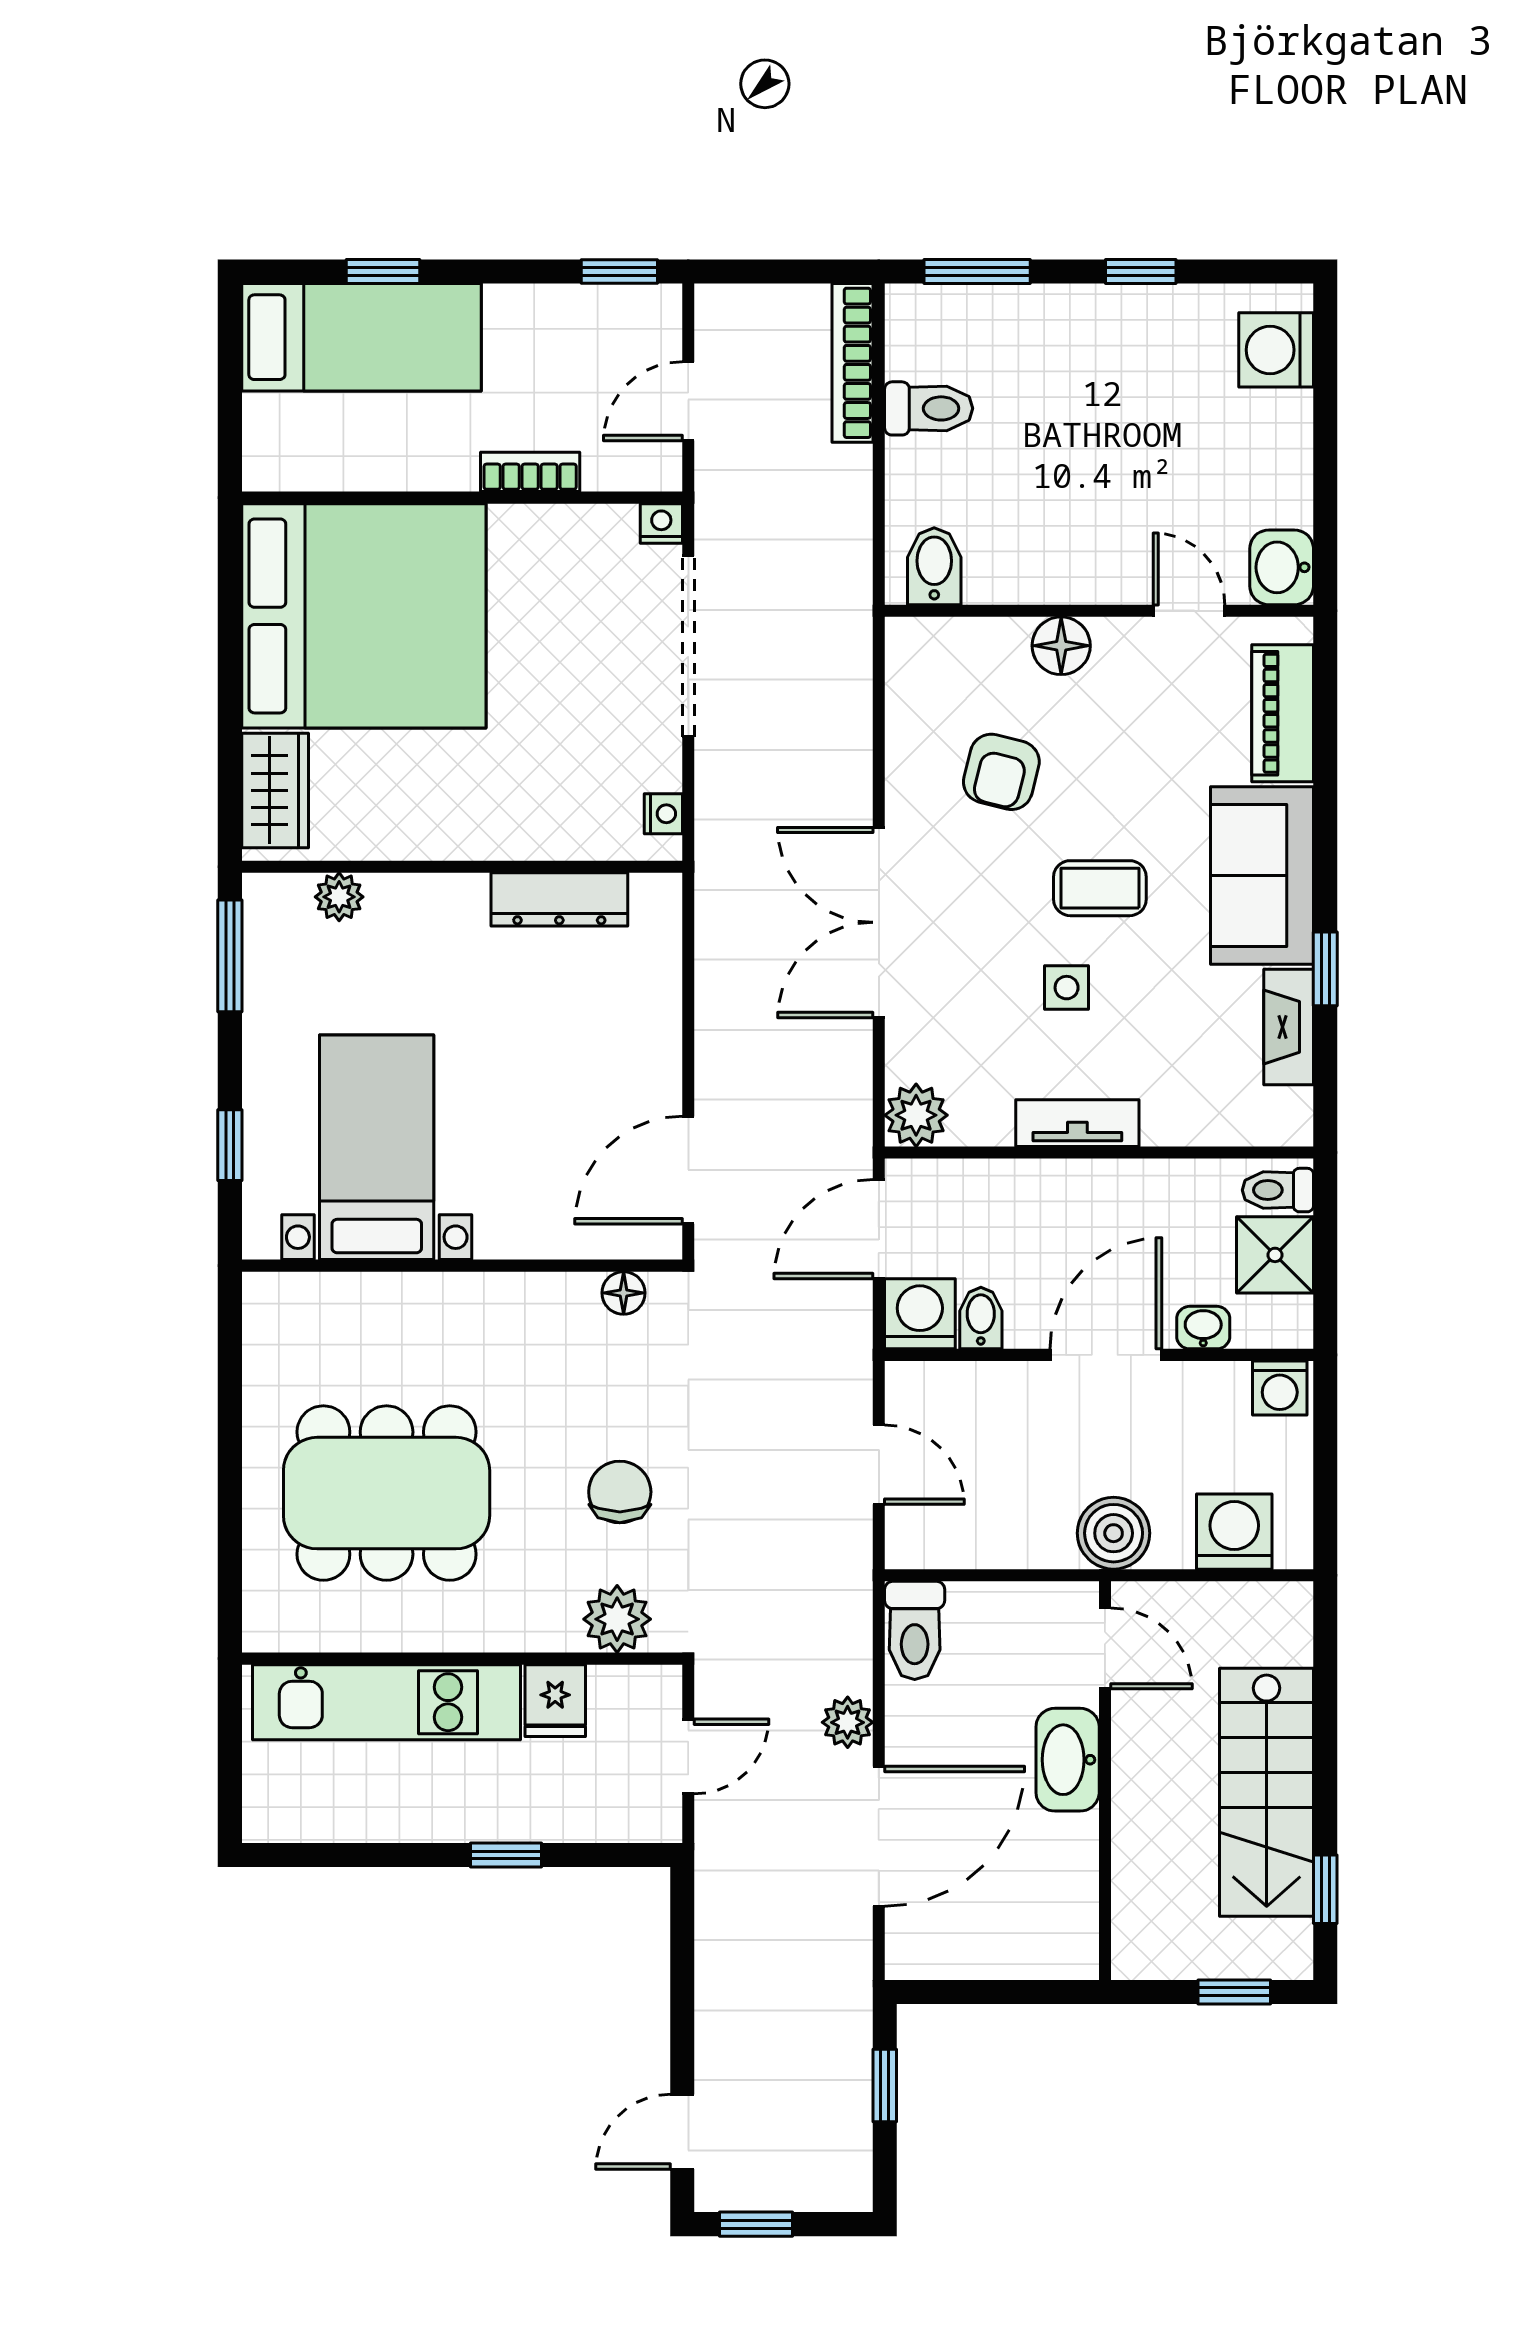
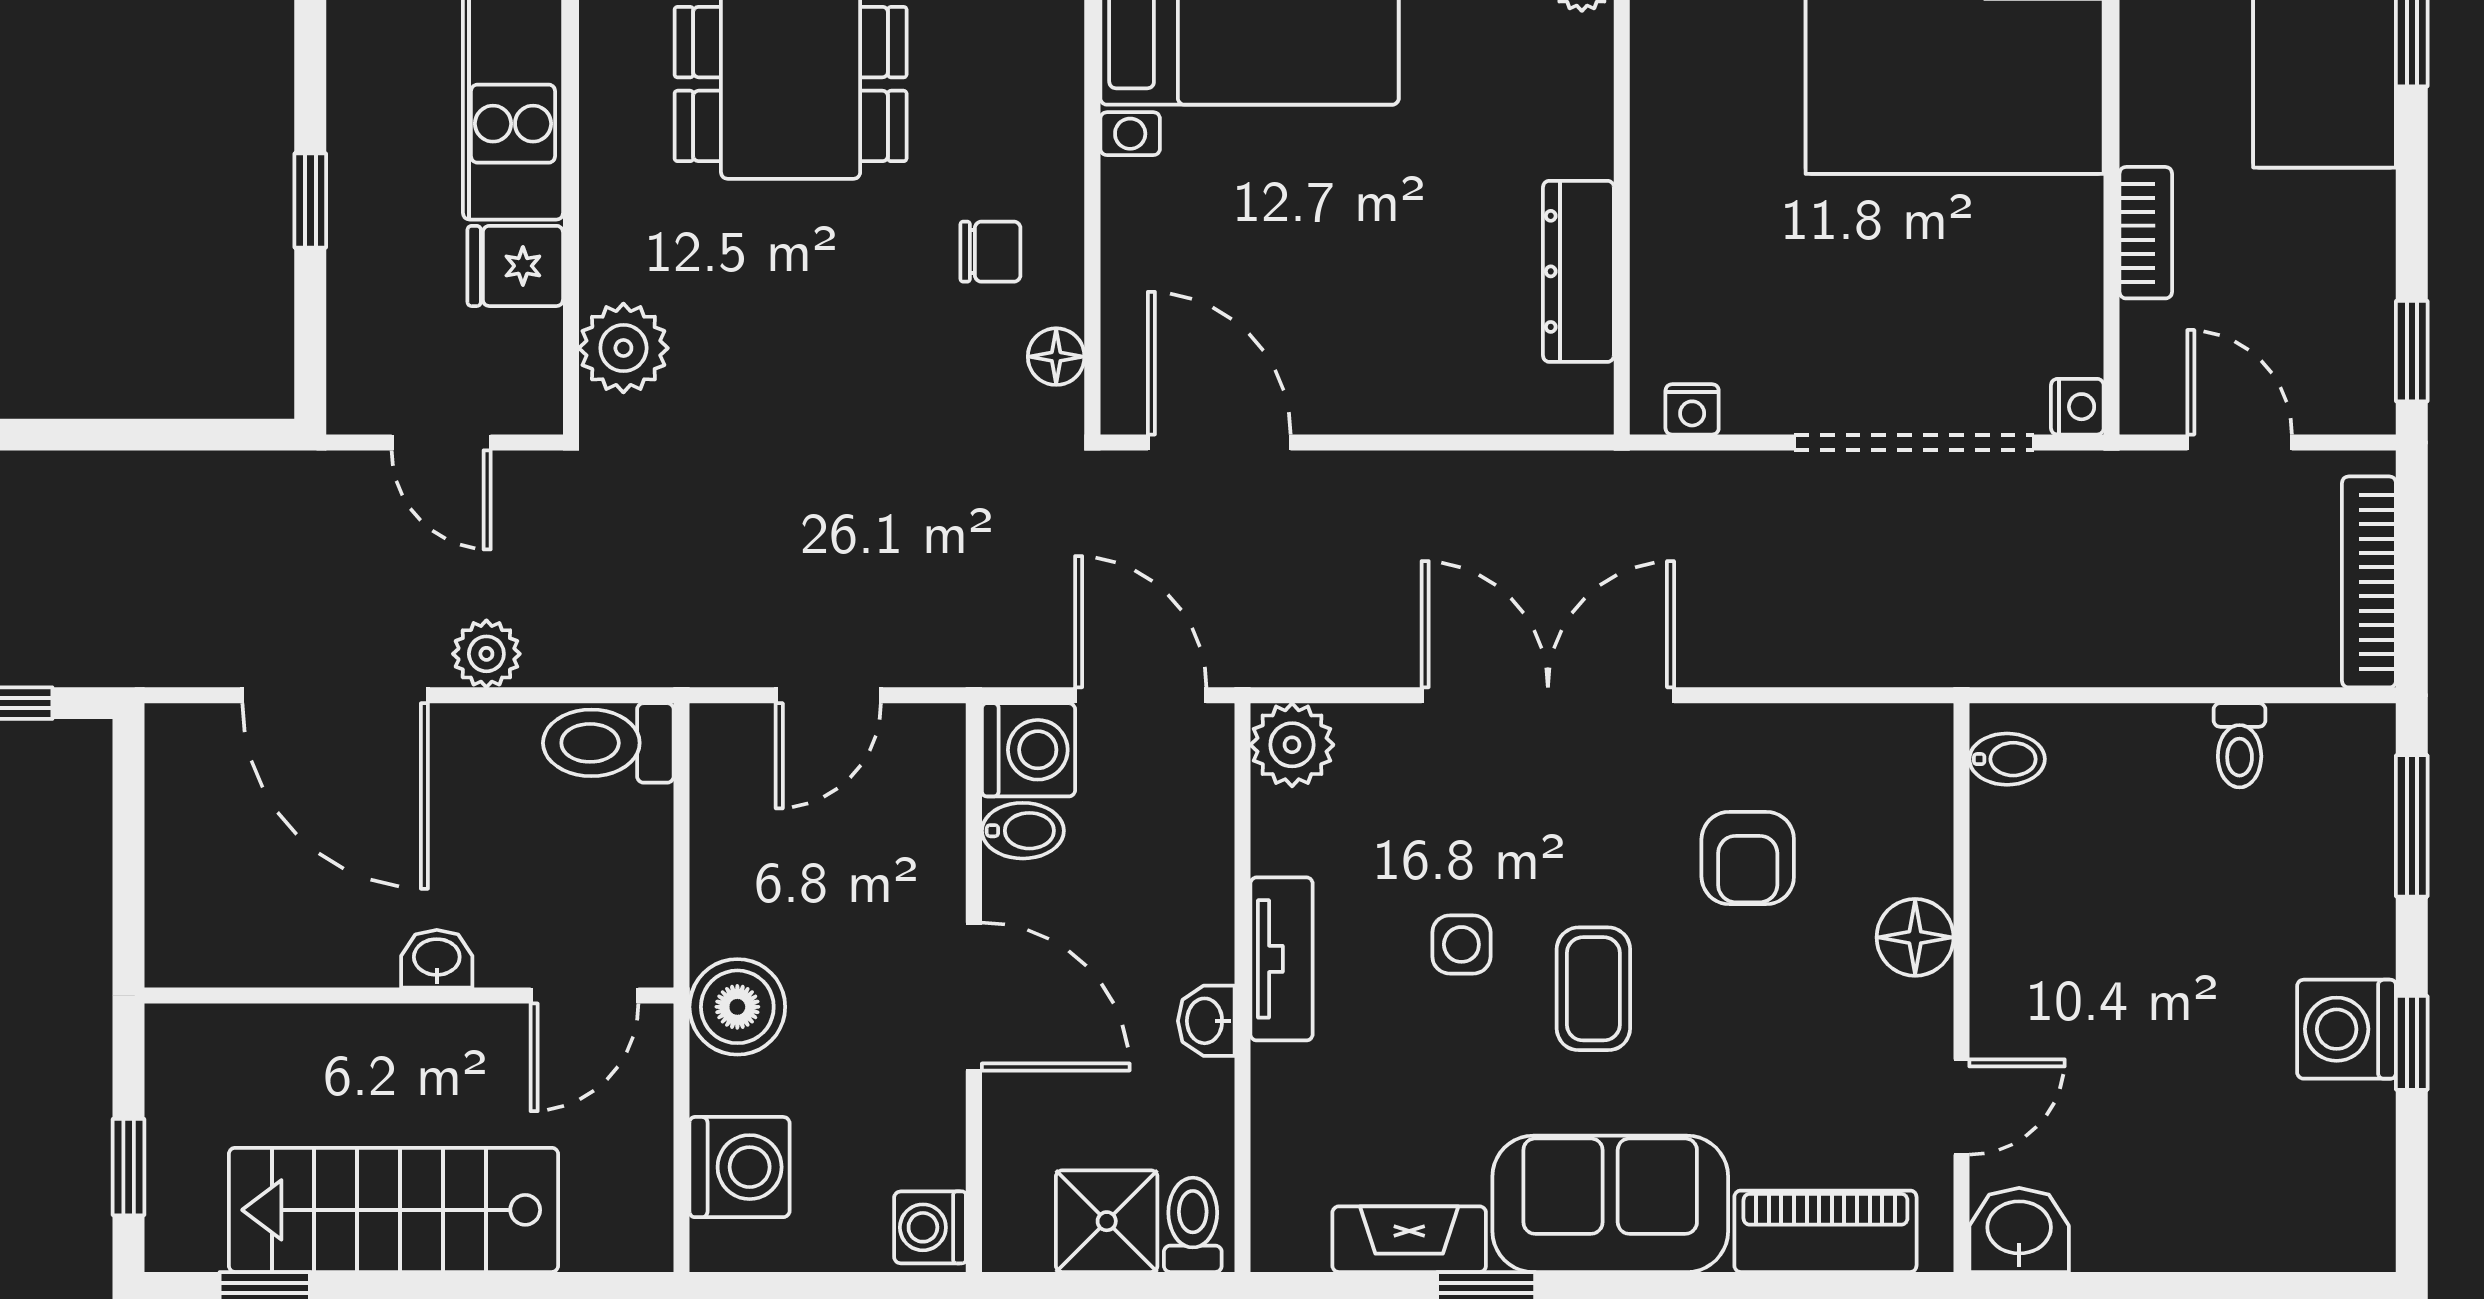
washing machine: (1276, 350) -> (2347, 1029), moved, turned -90
bookcase: (852, 363) -> (2369, 582), moved, turned -90
toilet: (929, 408) -> (2240, 745), width x0.73, depth x0.72
bidet: (934, 566) -> (2007, 759), width x0.72, depth x0.74
armchair: (1001, 772) -> (1748, 858), turned -104
washbasin: (1203, 1328) -> (1206, 1021), moved, turned 180
chair: (620, 1492) -> (990, 252), moved, width x0.73, depth x0.73
washbasin: (1068, 1760) -> (437, 959), width x0.52, depth x0.69

